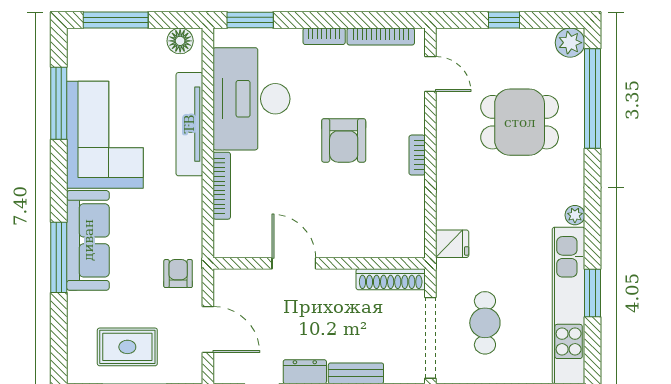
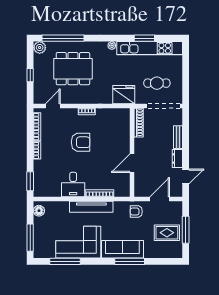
desk: (251, 99) -> (73, 185), width x0.53, depth x0.77
dining table: (520, 122) -> (73, 69), width x1.38
tv unit: (189, 124) -> (91, 207), moved
fridge: (452, 244) -> (124, 95), width x1.88, depth x1.34
rug: (127, 347) -> (167, 233), turned 90

